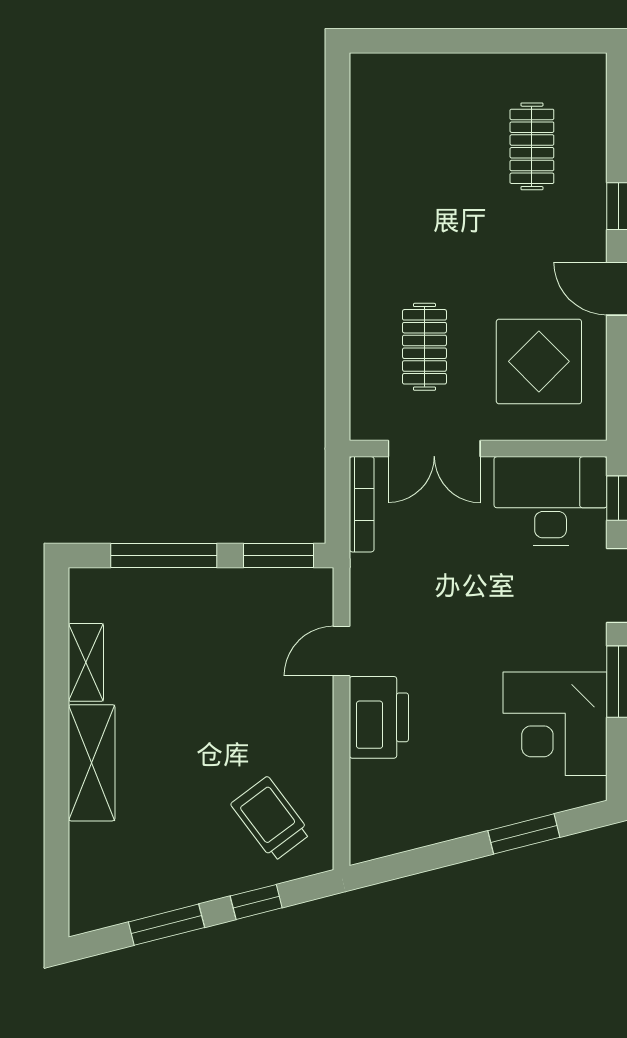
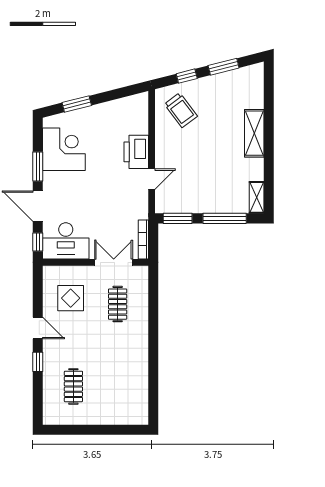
display table: (539, 361) -> (71, 298), width x0.73, depth x0.73
shelving: (86, 662) -> (257, 197), moved

